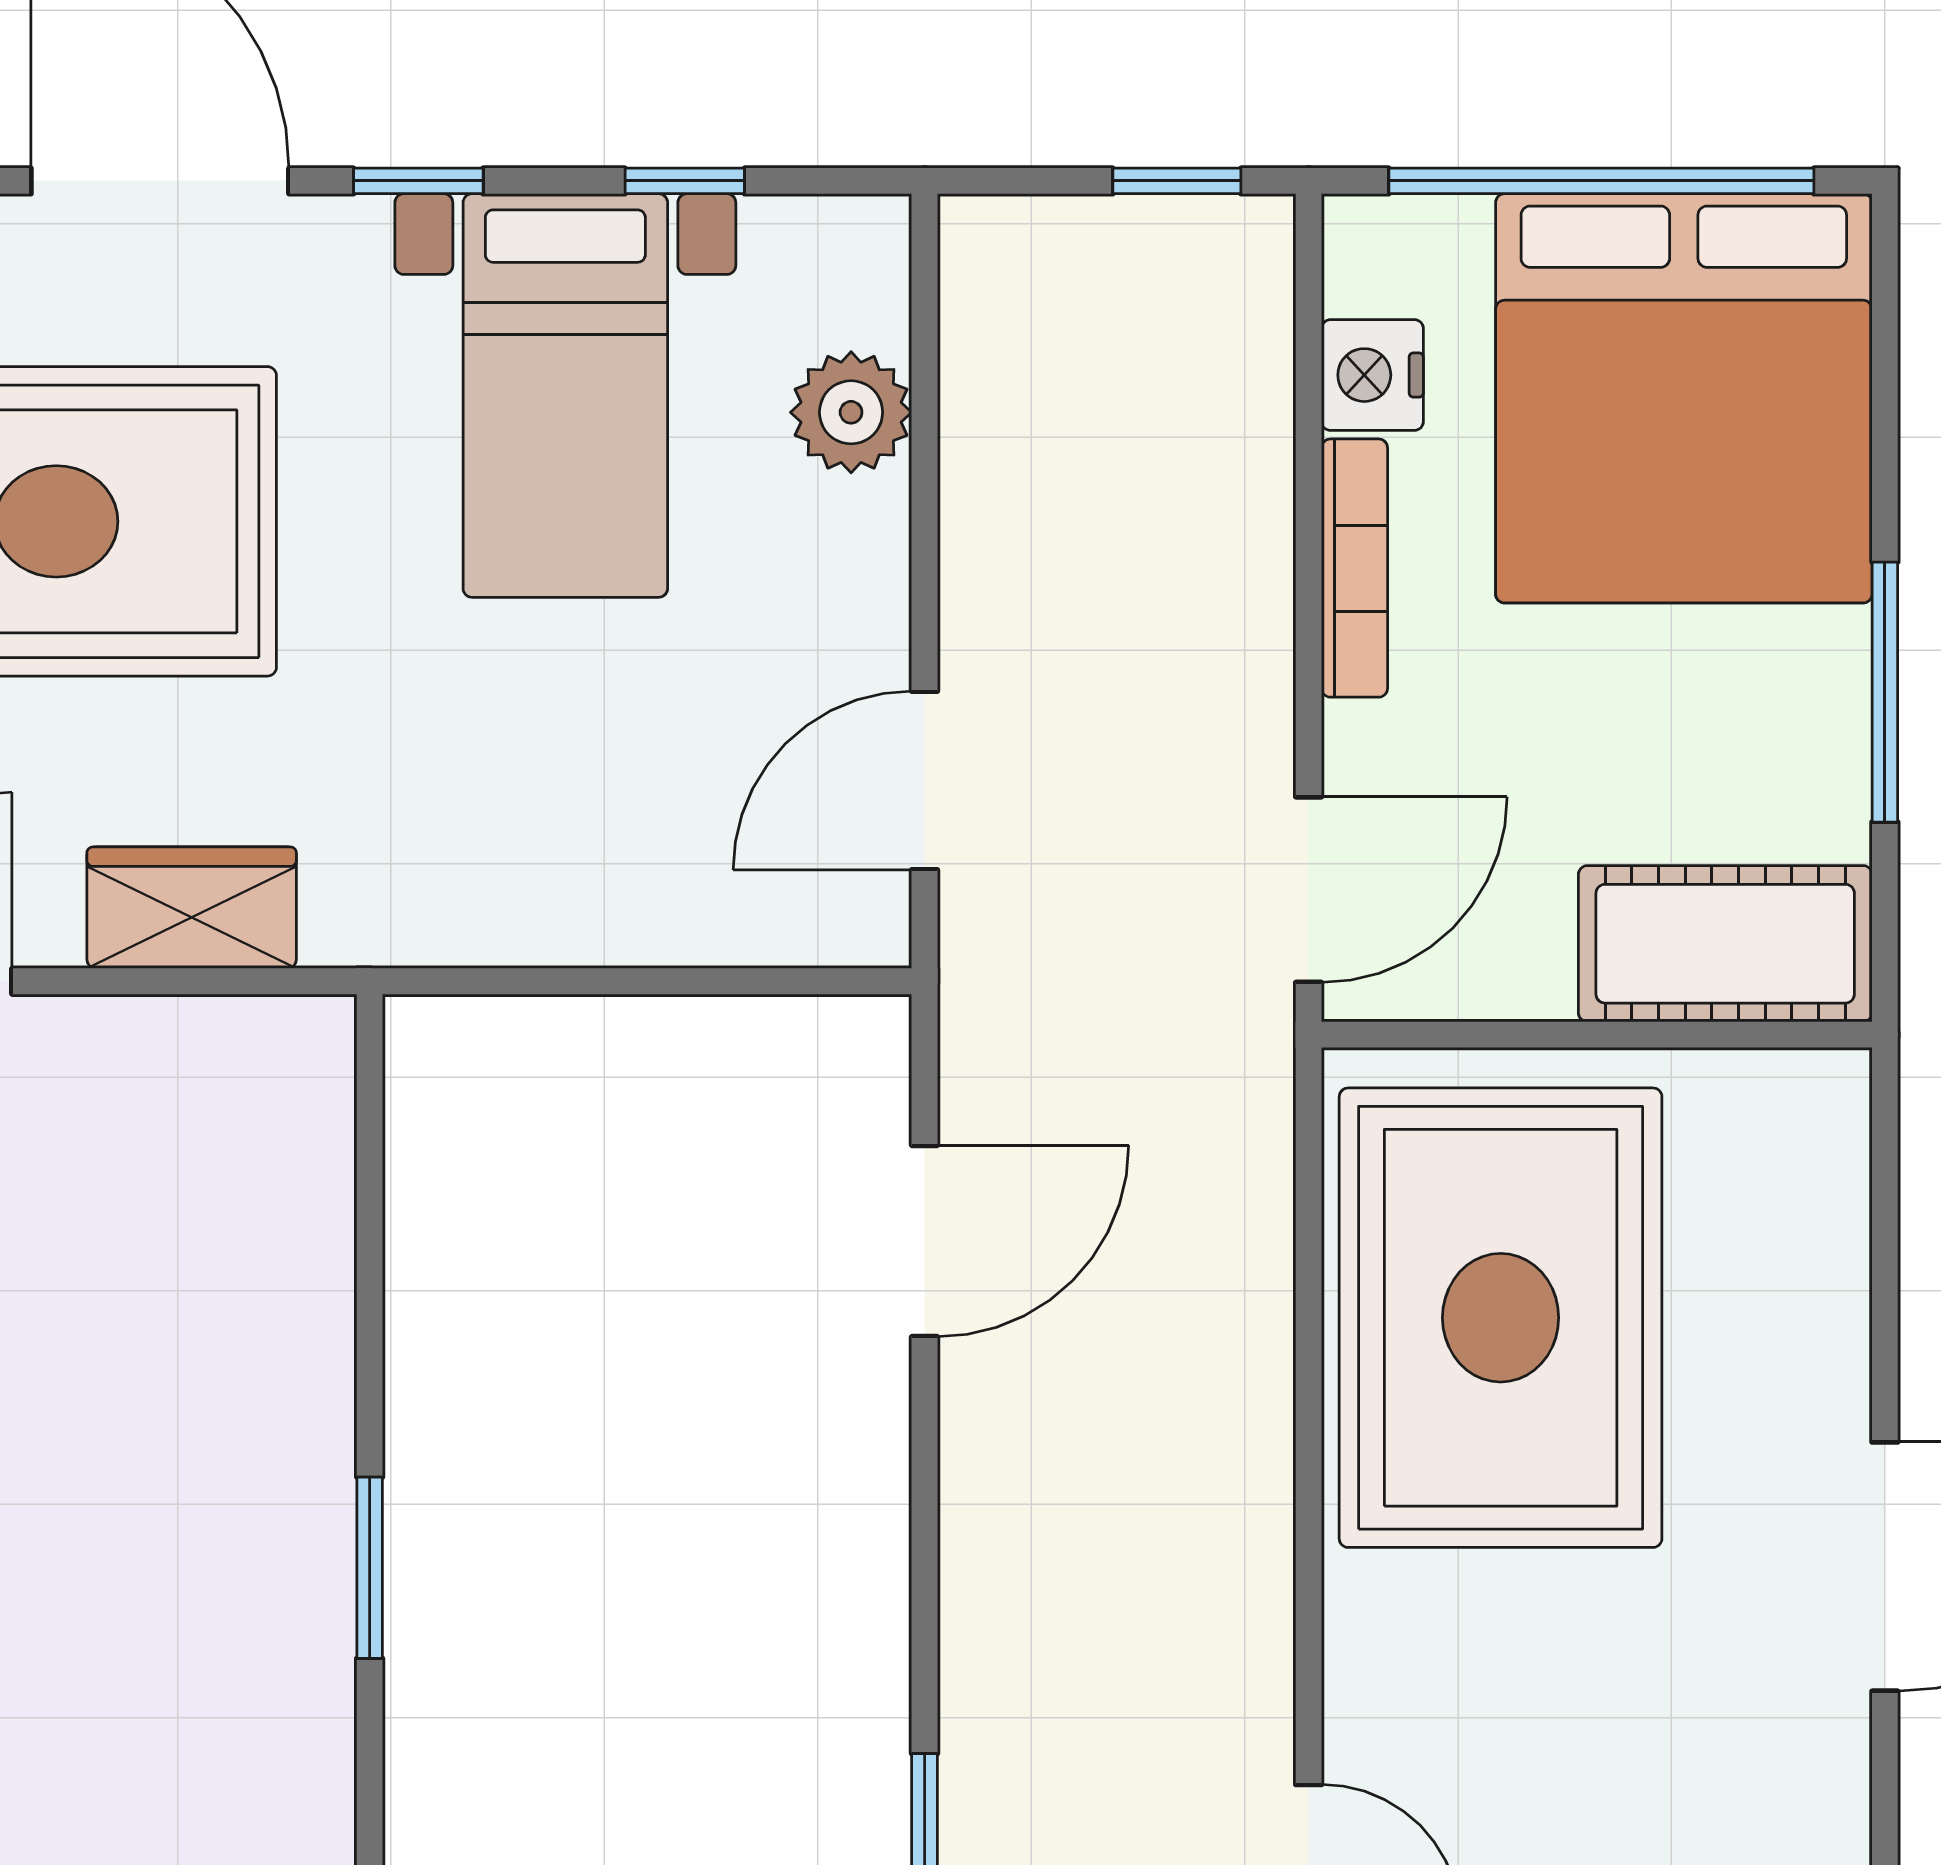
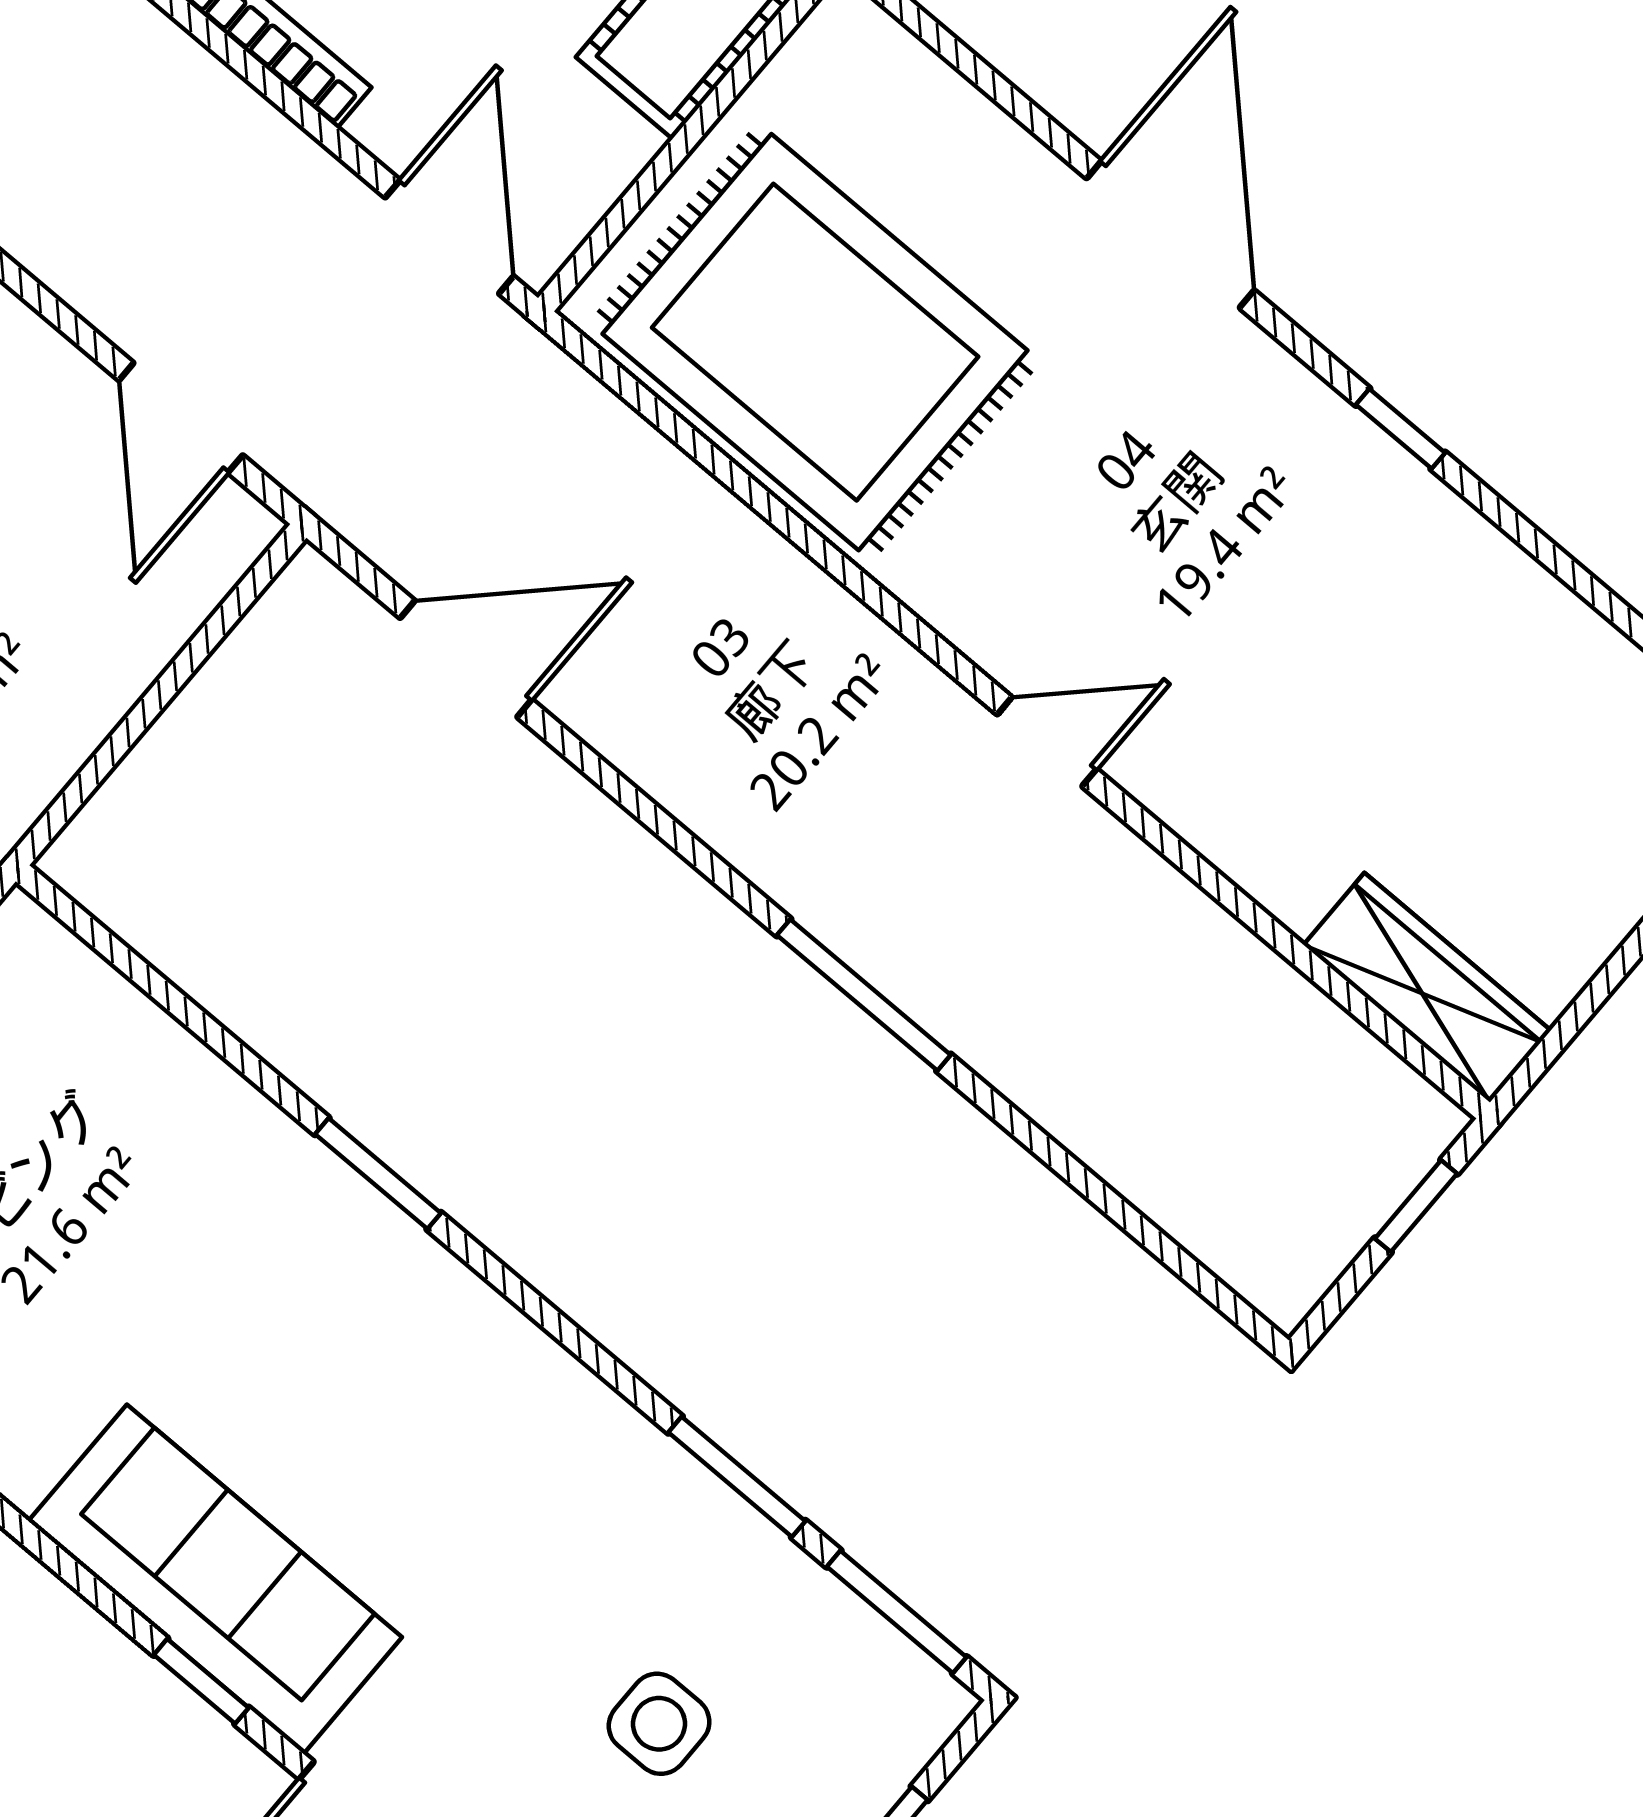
door: (925, 1241) -> (466, 659), hinge flipped

